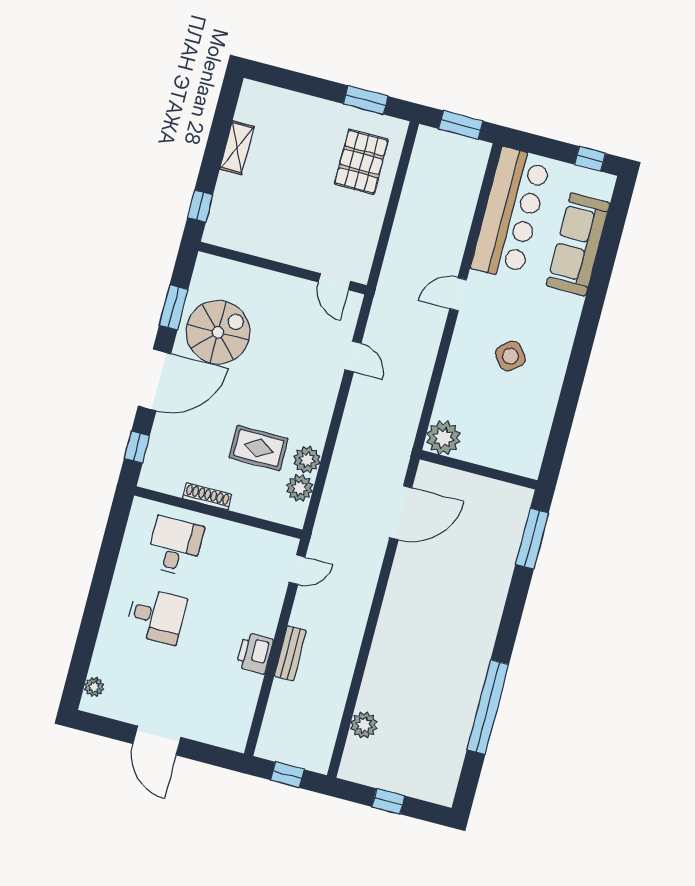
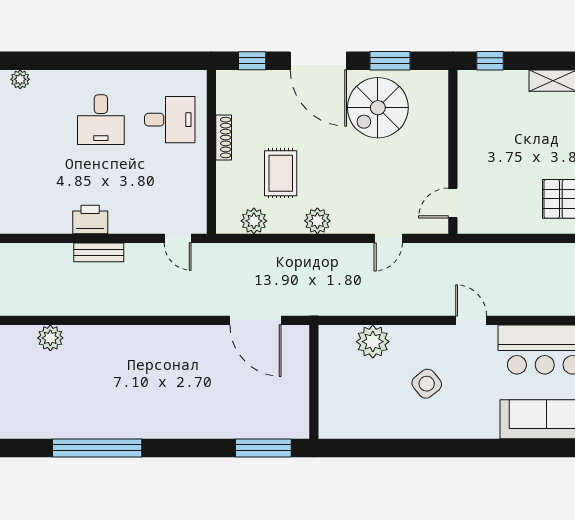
spiral stairs: (218, 332) -> (378, 108), turned 90
plant: (443, 438) -> (373, 342), moved
plant: (307, 460) -> (317, 221), moved

